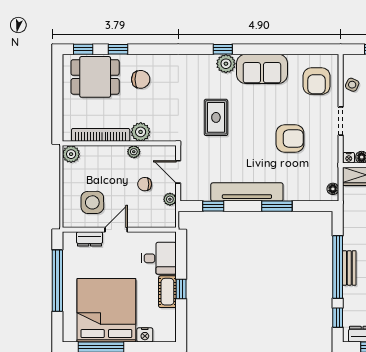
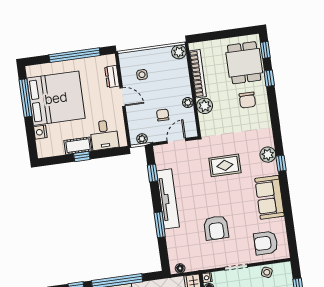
plant: (226, 64) -> (268, 155), moved
plant: (170, 199) -> (142, 139), moved
side table: (92, 202) -> (142, 75), width x0.54, depth x0.54

